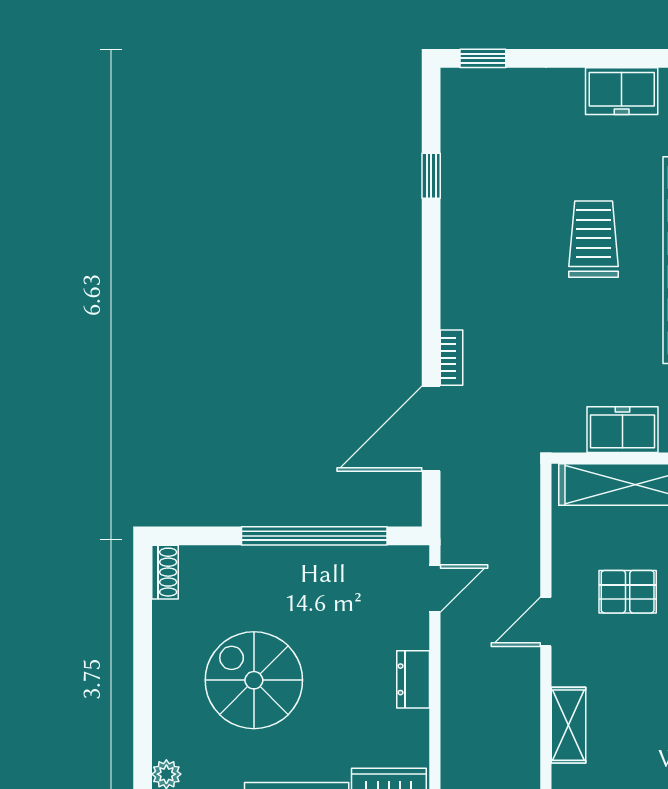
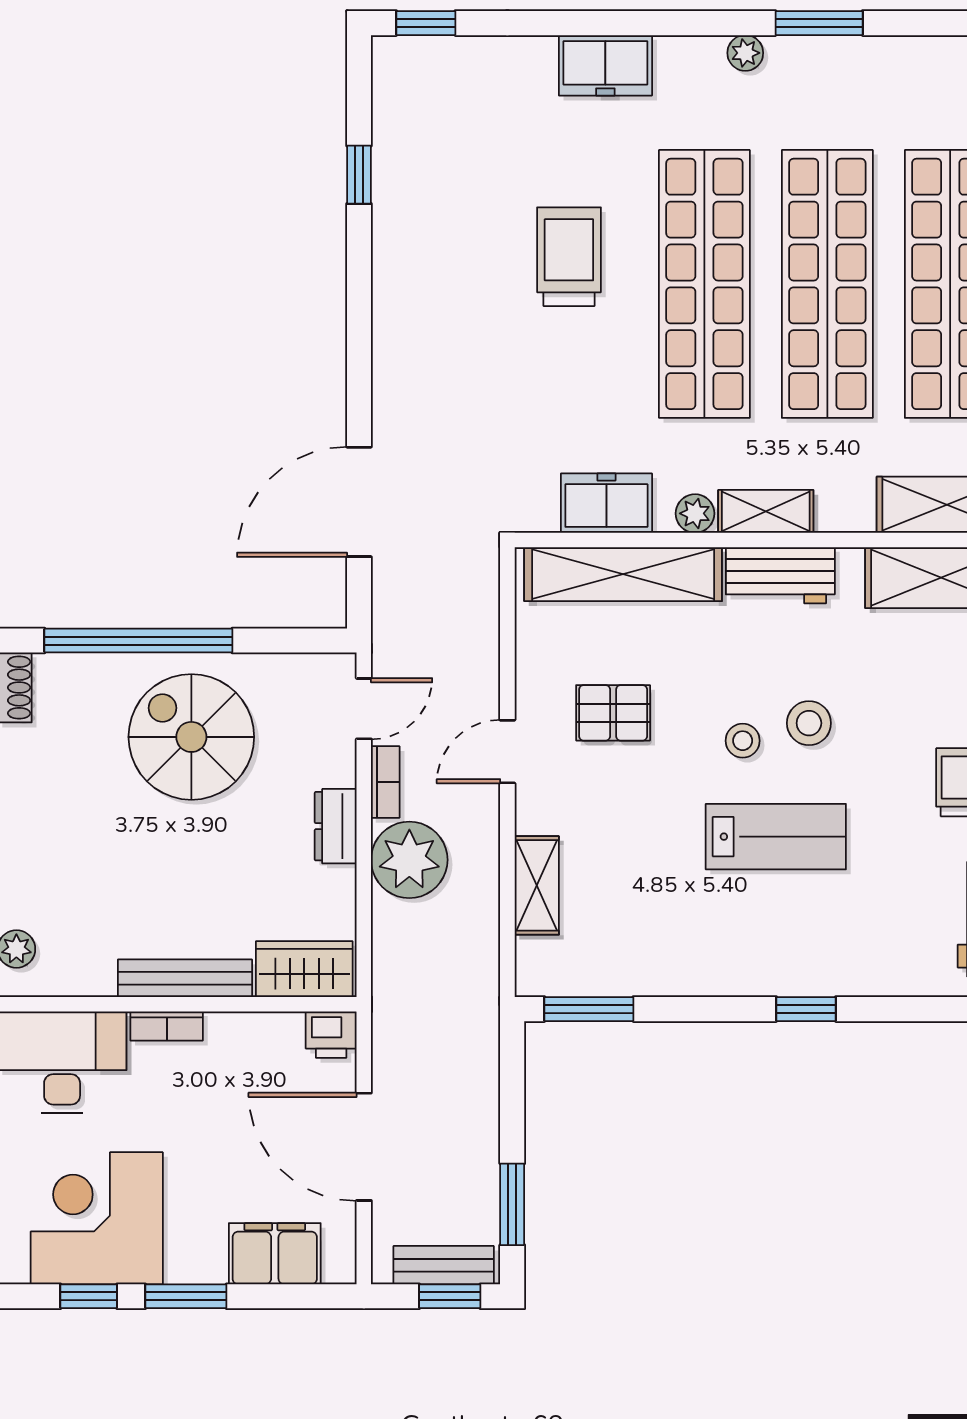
bookcase: (452, 358) -> (385, 782), moved
window: (314, 536) -> (138, 641), moved
spiral stairs: (254, 680) -> (191, 737), moved
plant: (470, 705) -> (409, 860), added

